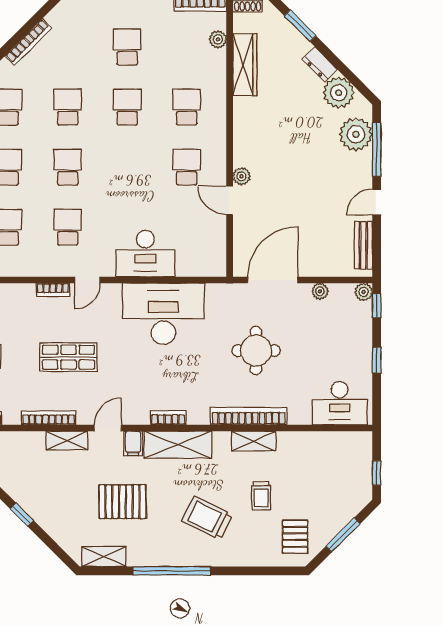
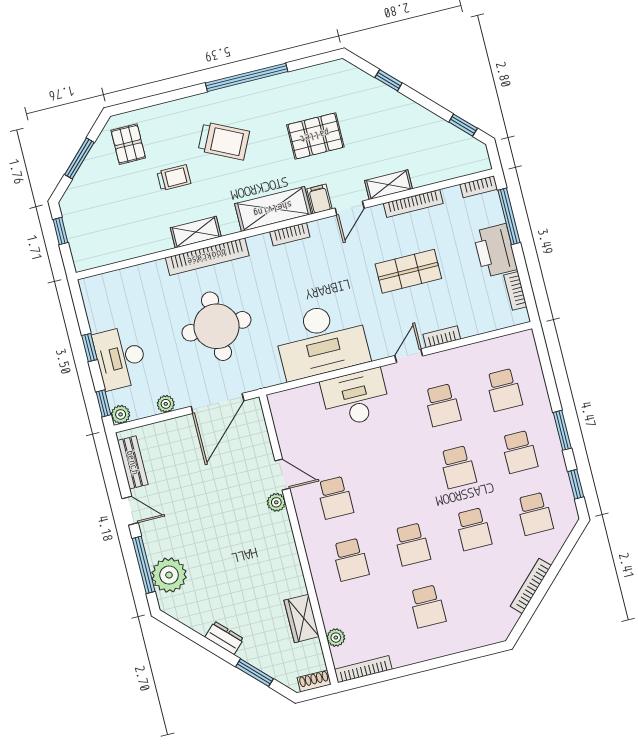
wardrobe: (245, 65) -> (302, 618), width x0.67
plant: (339, 93) -> (198, 614), removed
door: (377, 202) -> (130, 511), hinge flipped
round table: (256, 351) -> (216, 326), width x1.36, depth x1.36
desk: (340, 403) -> (121, 358), moved, turned -90
trolley: (261, 496) -> (174, 178), turned 91
window: (22, 515) -> (389, 80), moved
shelving: (104, 557) -> (320, 75), removed

